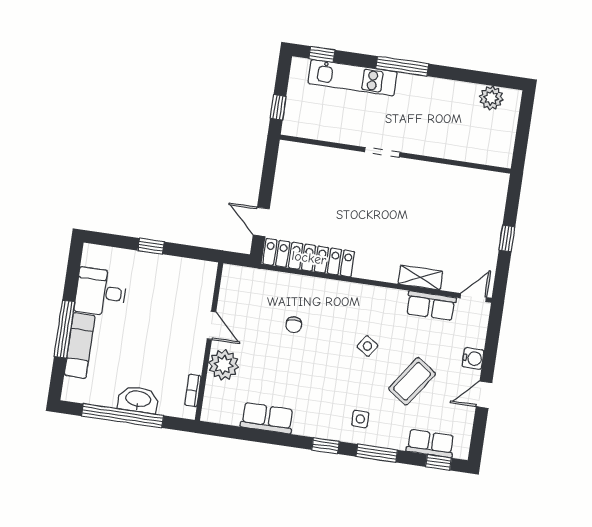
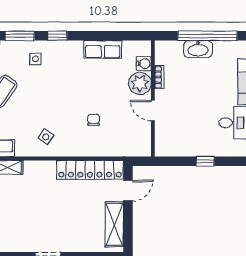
shelving: (286, 179) -> (114, 224), added
door: (261, 222) -> (128, 191), hinge flipped
side table: (367, 346) -> (46, 137), moved
bookcase: (193, 390) -> (159, 77), moved
water cooler: (214, 391) -> (144, 64), added

